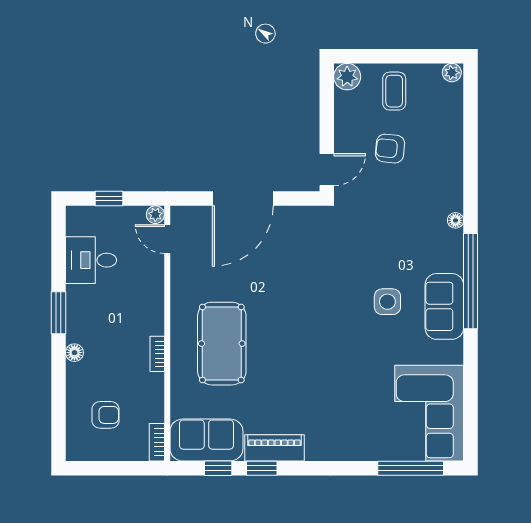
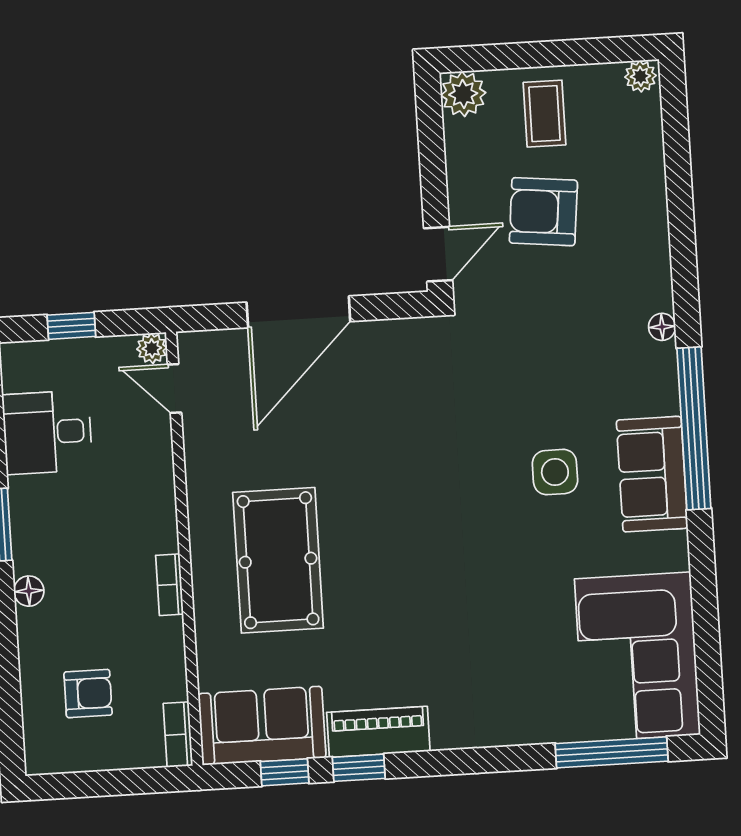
armchair: (390, 149) -> (543, 212), width x1.38, depth x1.38

